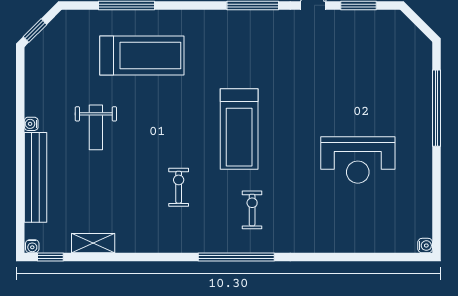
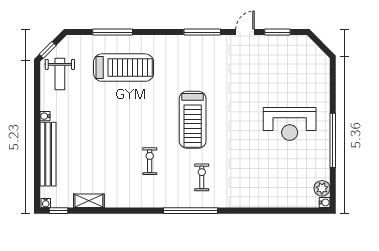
window: (437, 108) -> (333, 140), moved
weight bench: (96, 127) -> (60, 74), moved
reception desk: (358, 160) -> (290, 124), moved
plant: (421, 226) -> (322, 188), added

